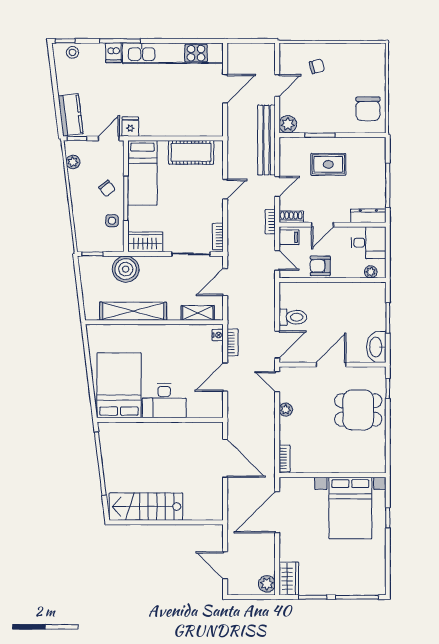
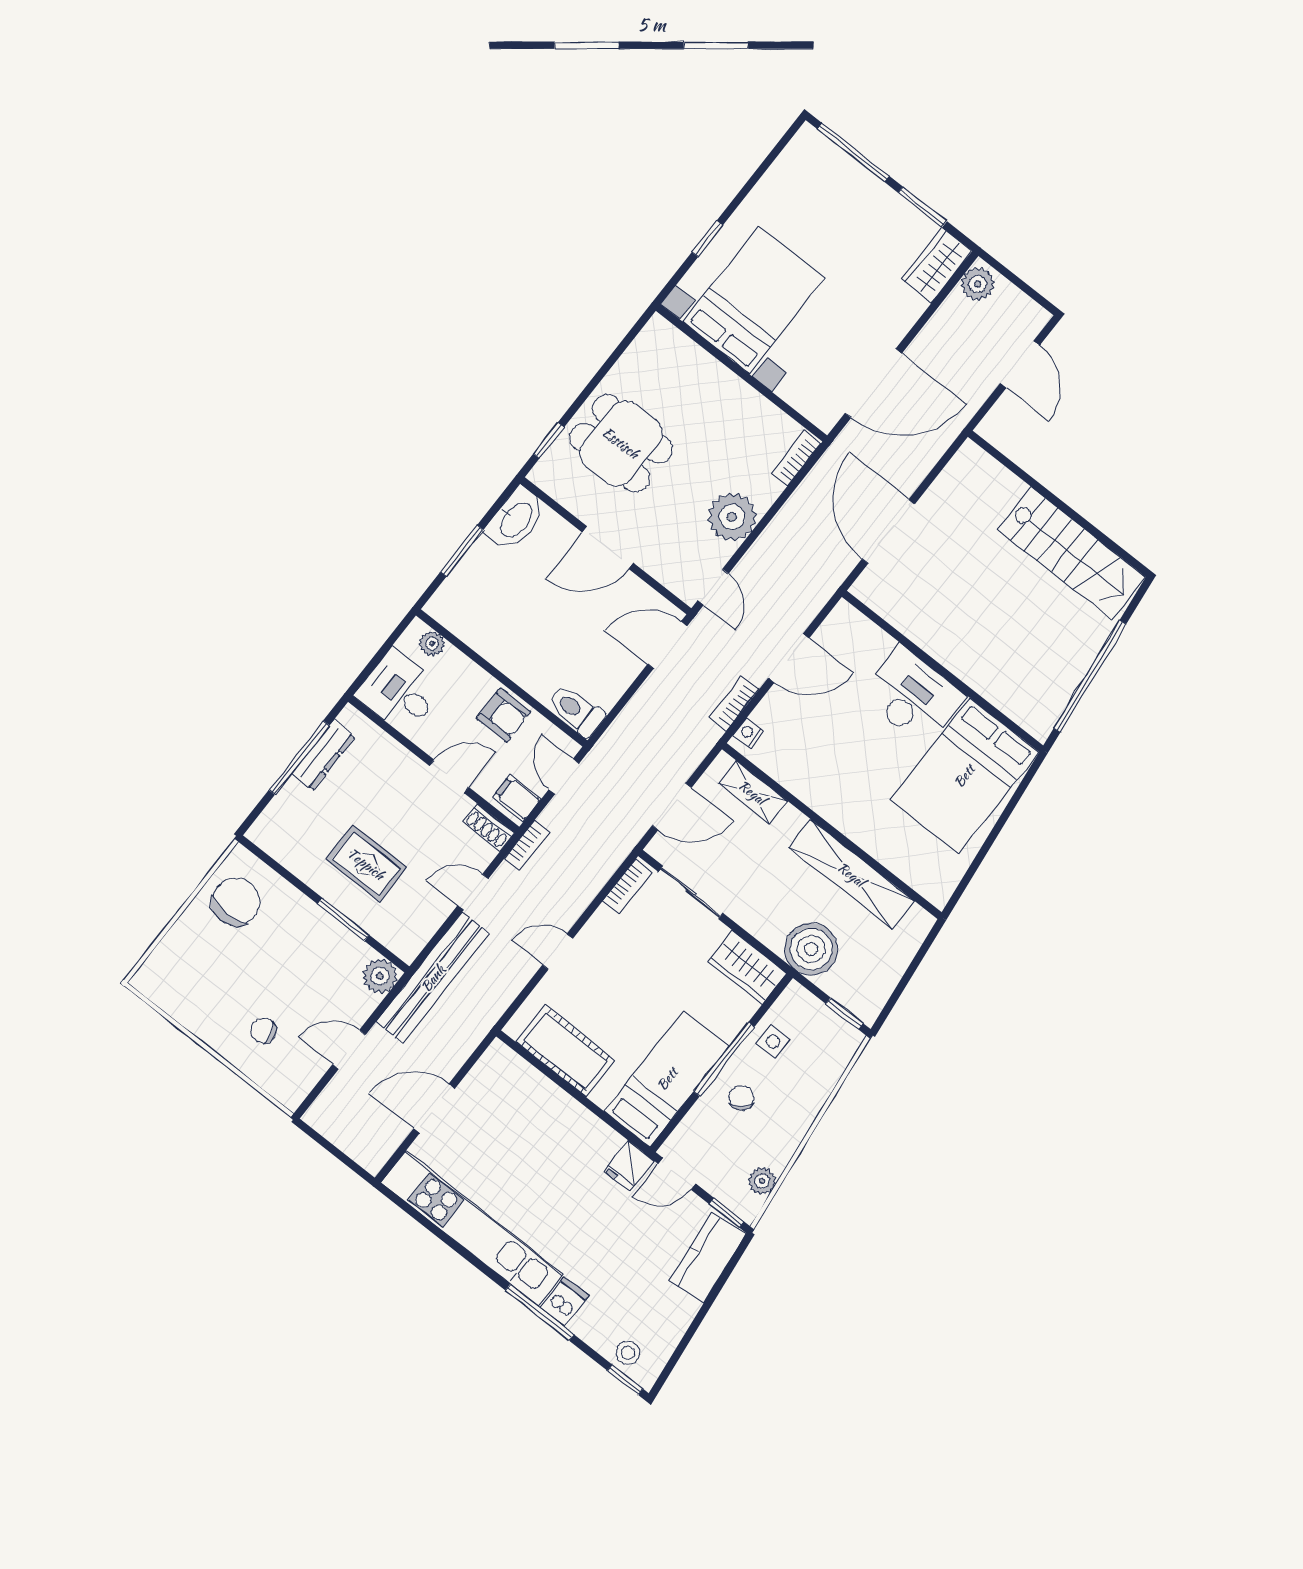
dresser: (368, 216) -> (323, 755), moved, turned -90
toilet: (293, 317) -> (576, 711), moved
plant: (286, 410) -> (732, 517), width x1.88, depth x1.88

